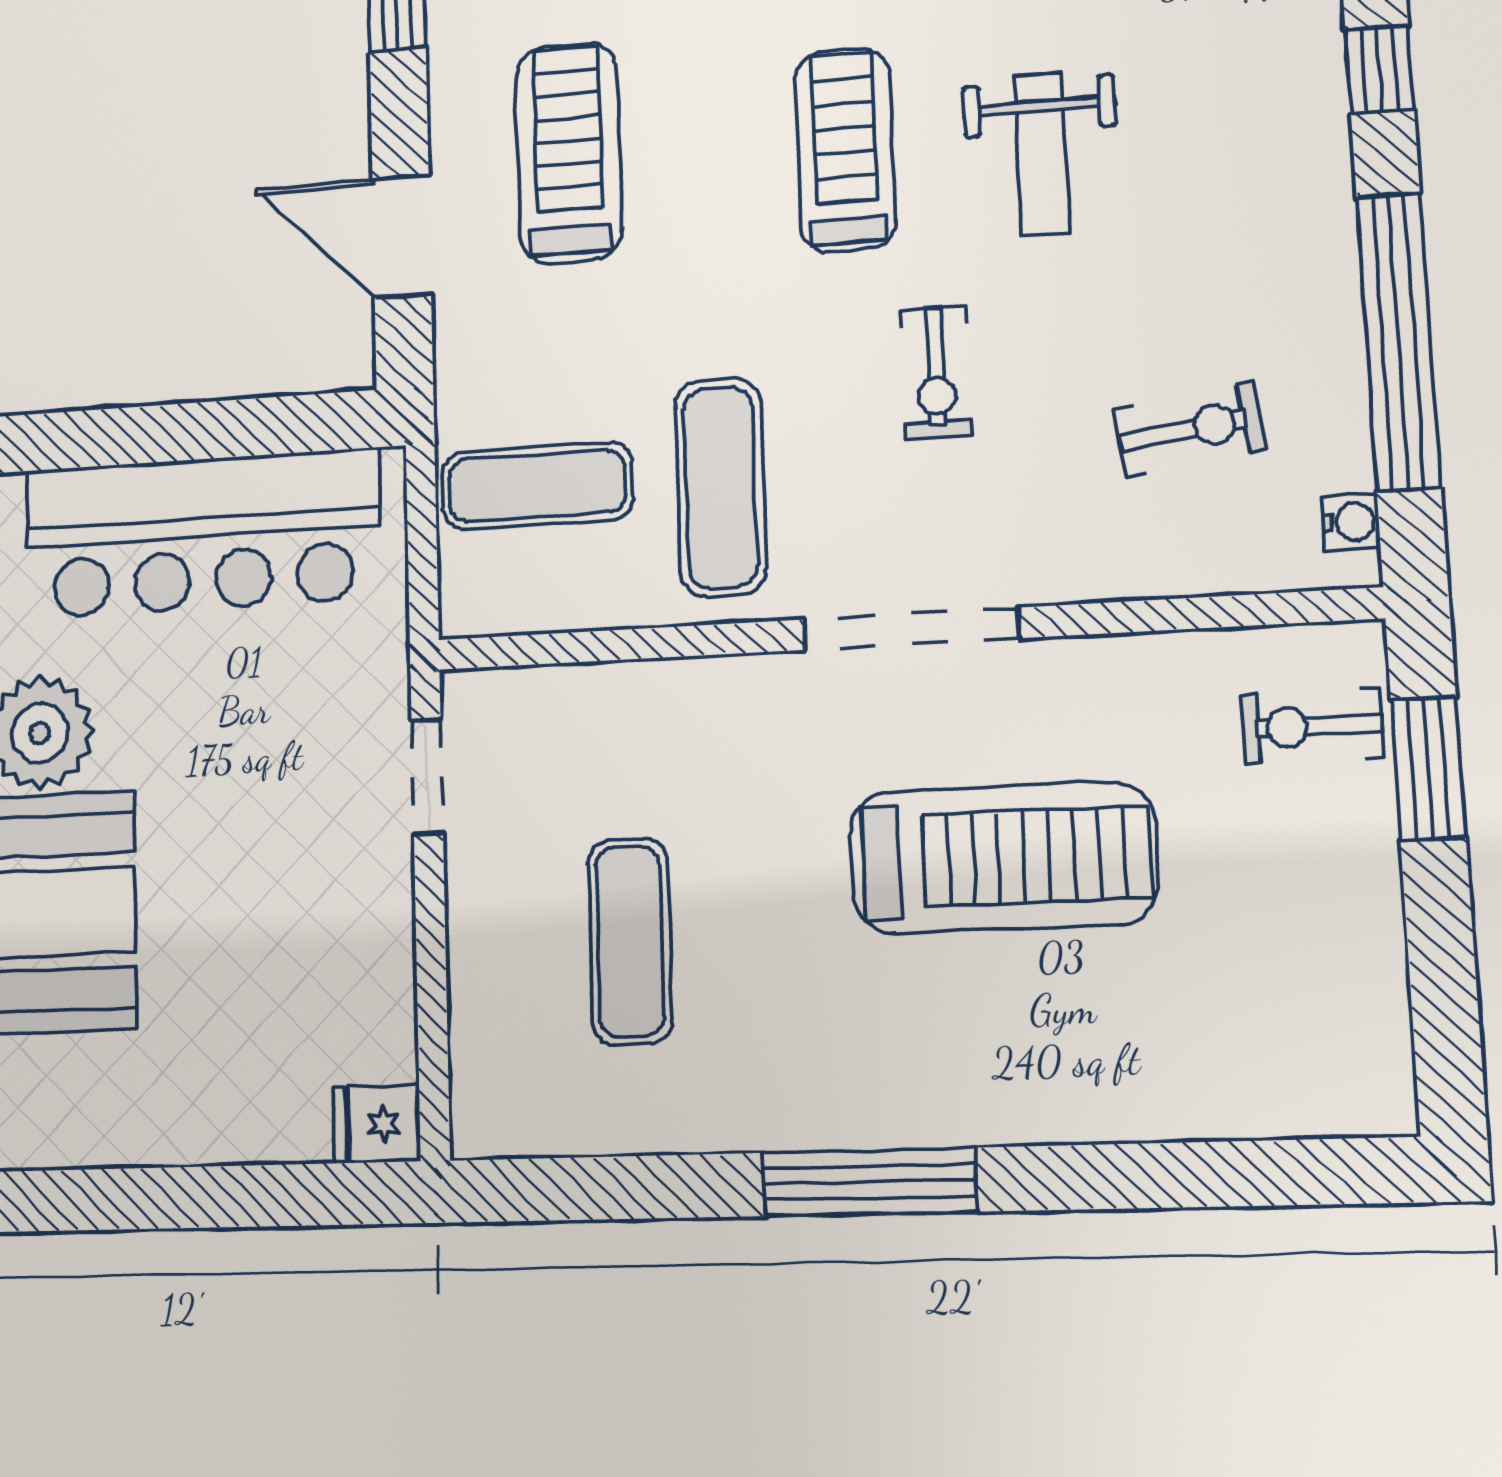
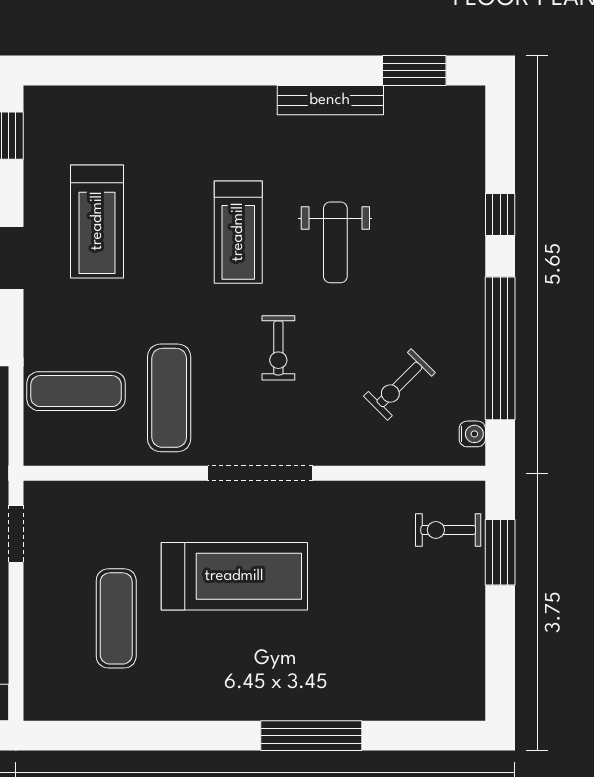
treadmill: (845, 150) -> (238, 232), turned 180
treadmill: (569, 153) -> (97, 221), turned 180
exercise bike: (1190, 430) -> (399, 384), turned 143
treadmill: (1003, 858) -> (234, 576), moved
window: (870, 1182) -> (311, 736), moved

